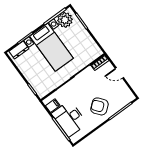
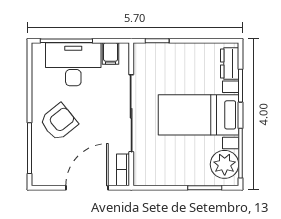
door: (119, 73) -> (87, 188), width x1.87

